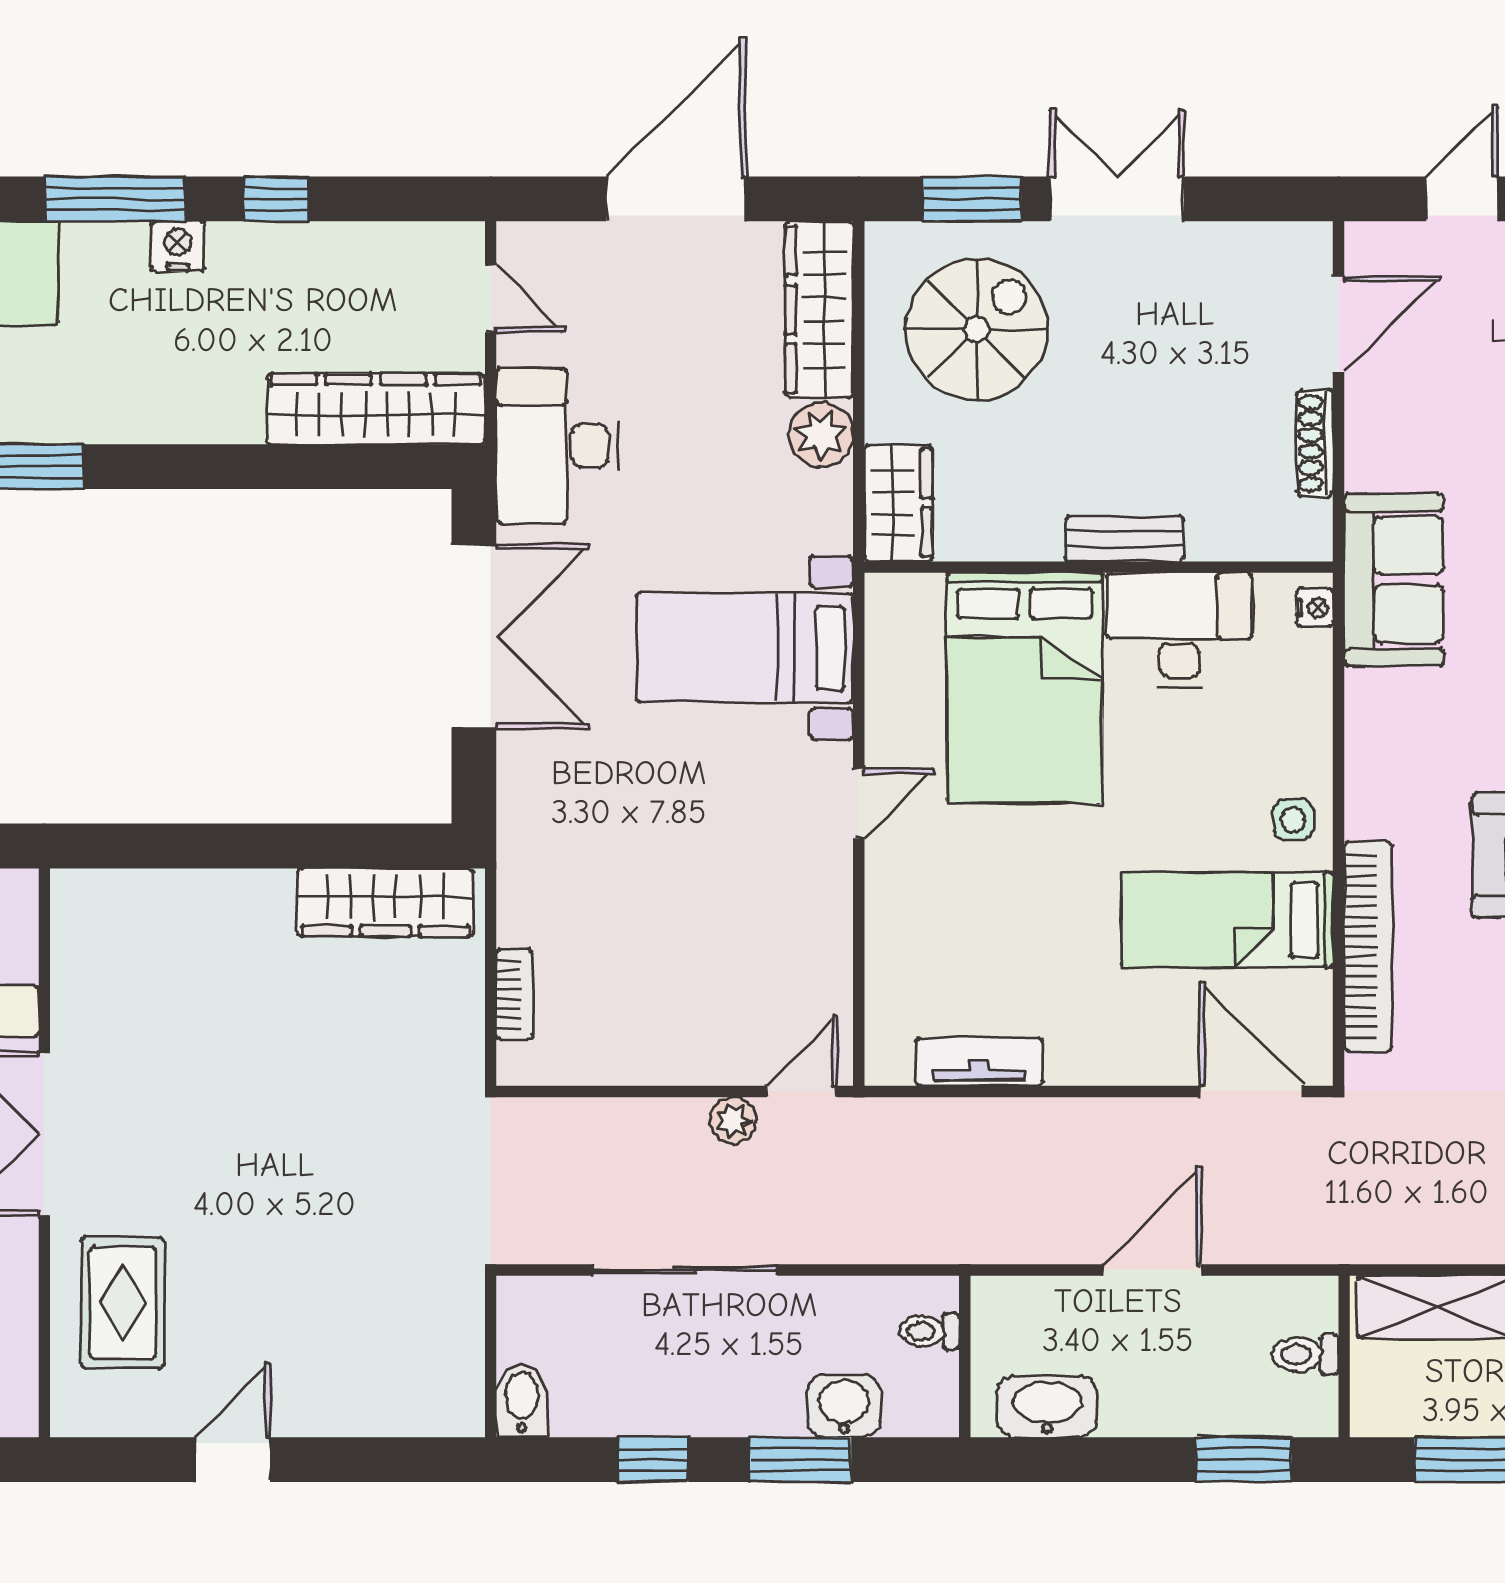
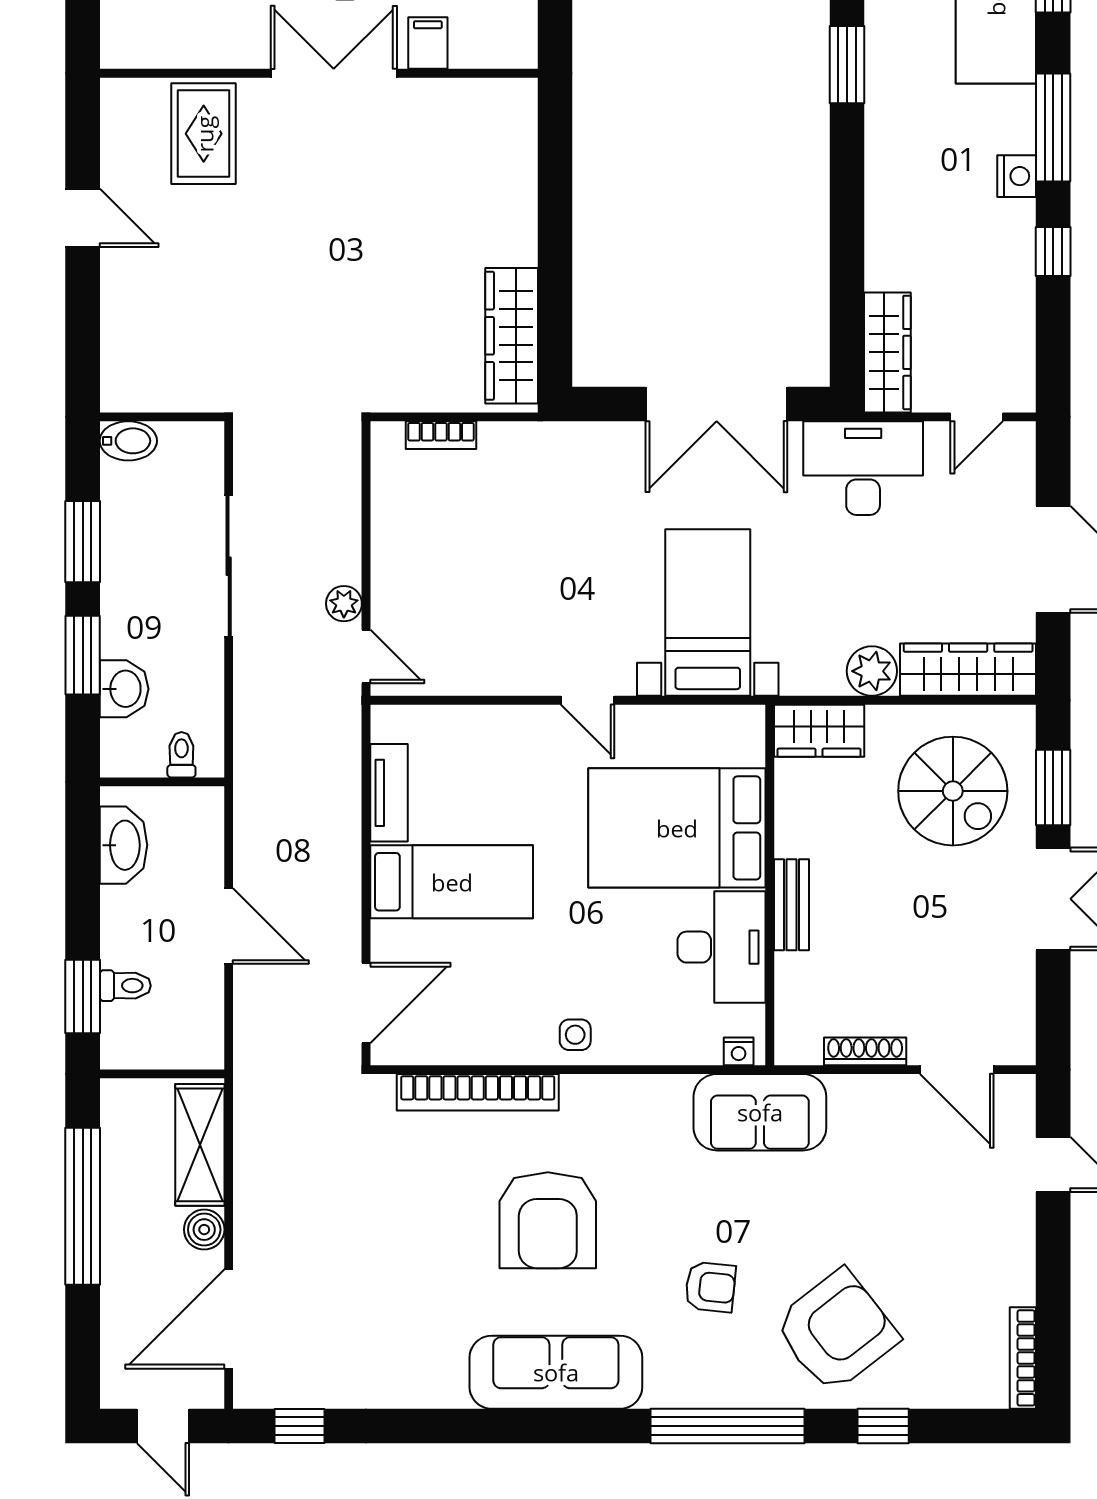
wardrobe: (376, 409) -> (887, 352), width x0.71, depth x0.85
bed: (1227, 920) -> (452, 882), moved, turned 90
rug: (123, 1303) -> (204, 134), turned 90
toilet: (1306, 1354) -> (125, 986), moved, turned 90
window: (653, 1460) -> (83, 542), width x1.50

